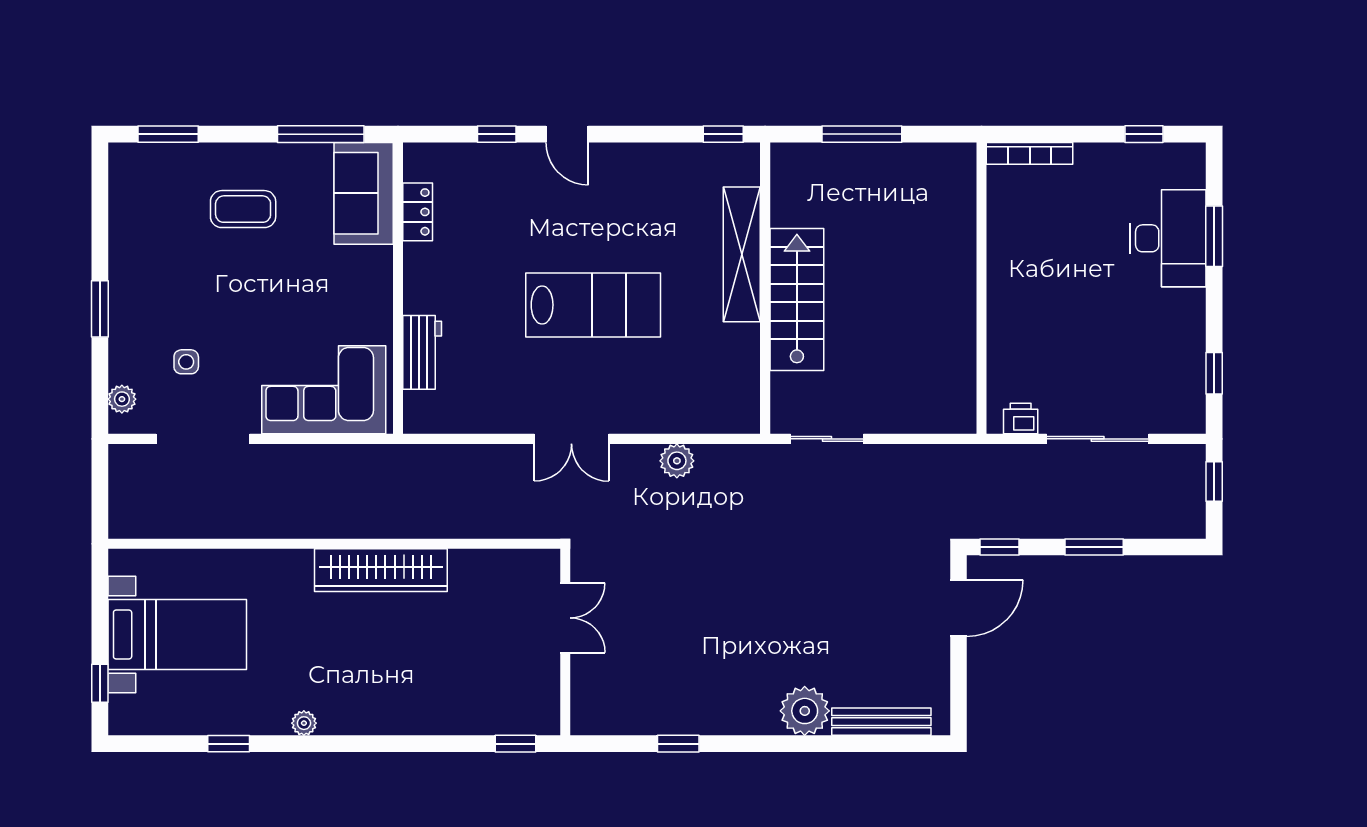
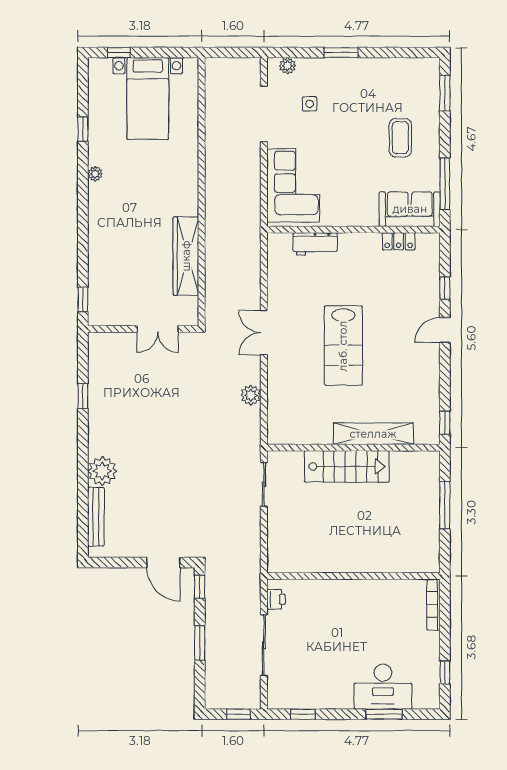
wardrobe: (381, 570) -> (186, 256), moved

